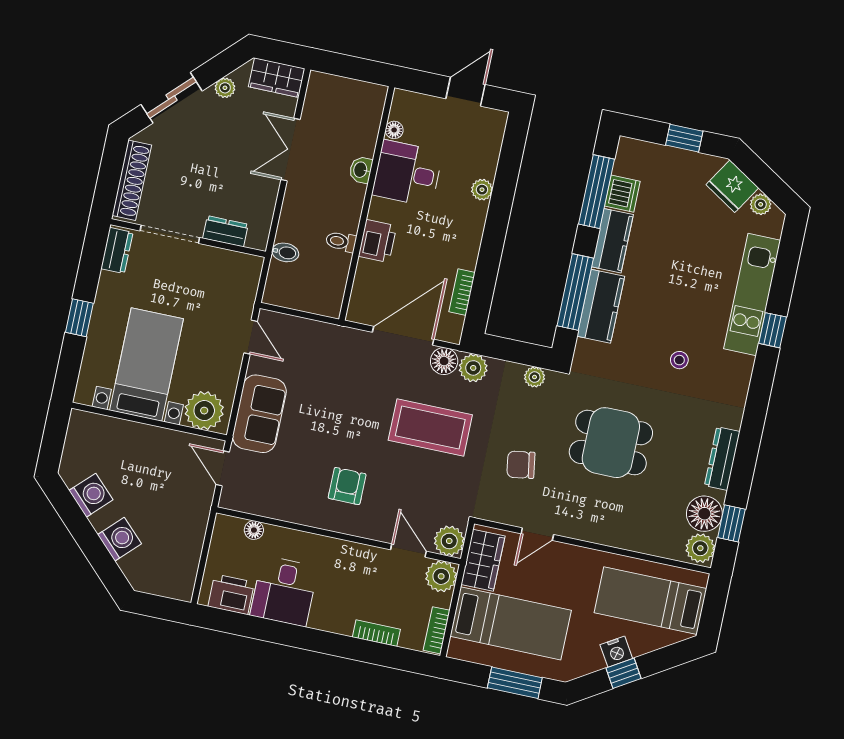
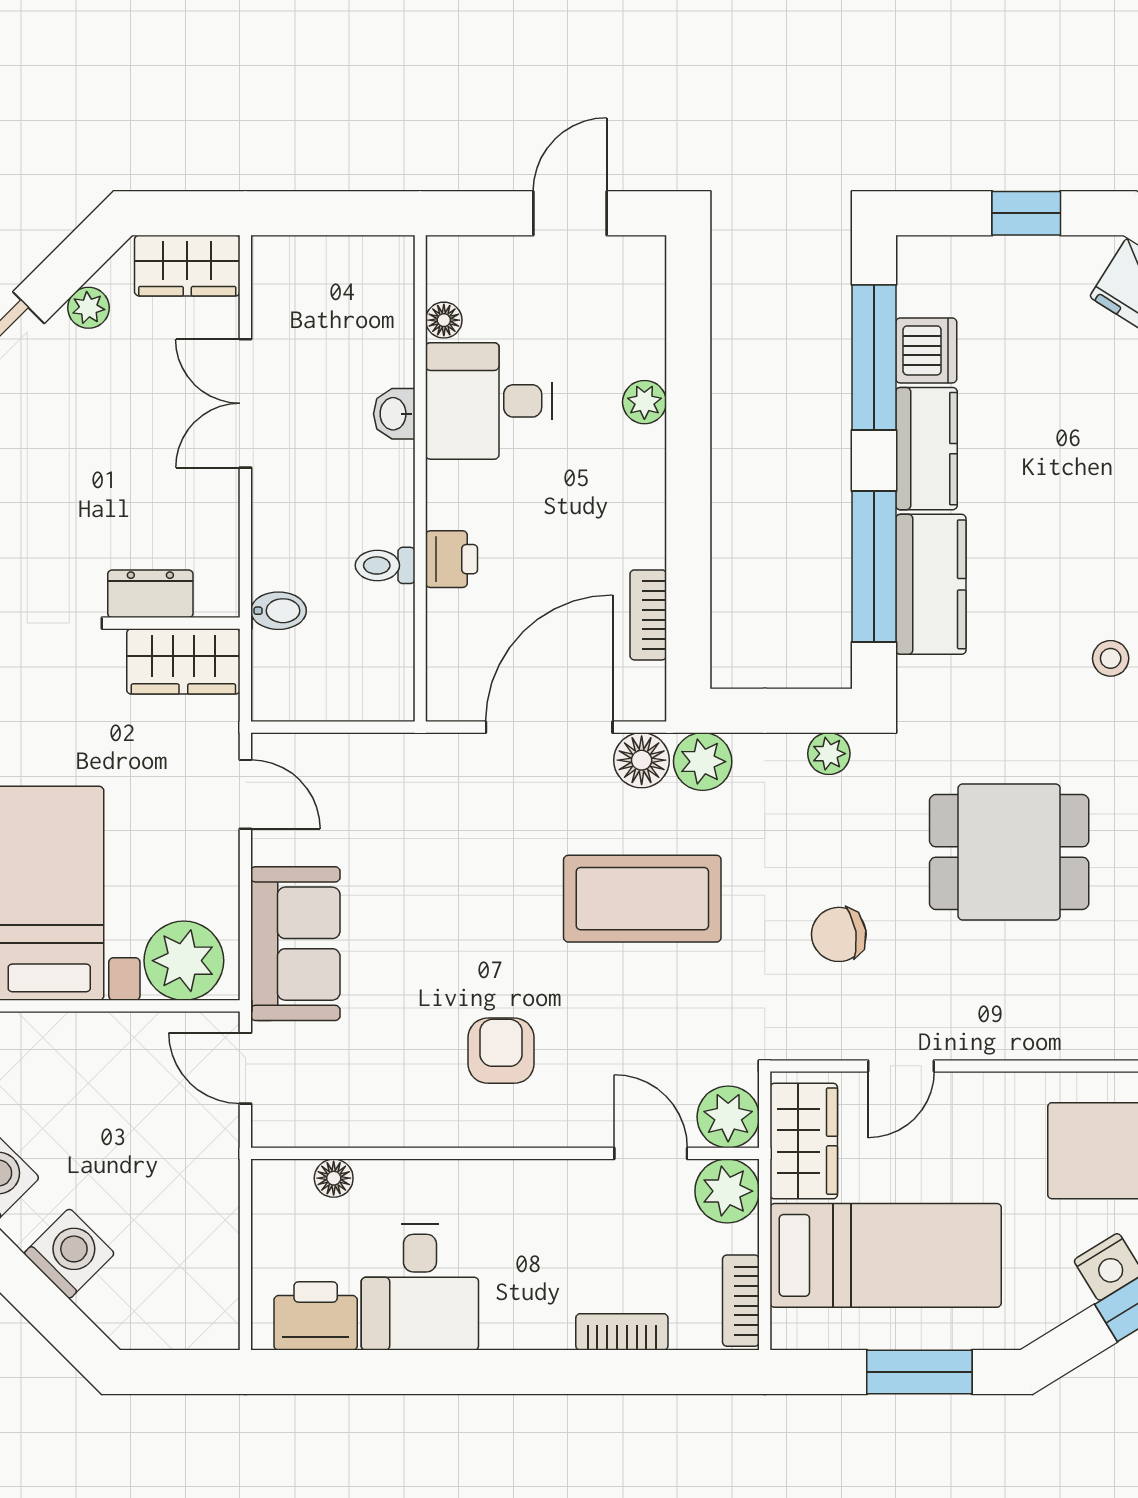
printer: (377, 241) -> (452, 559), width x0.73, depth x0.81
wardrobe: (234, 267) -> (183, 661), added

